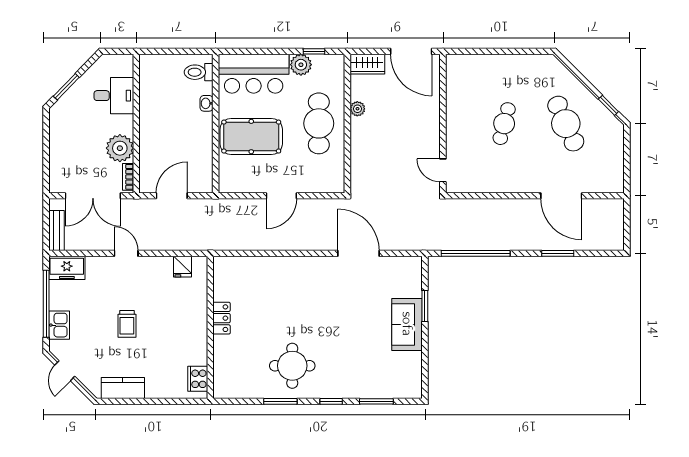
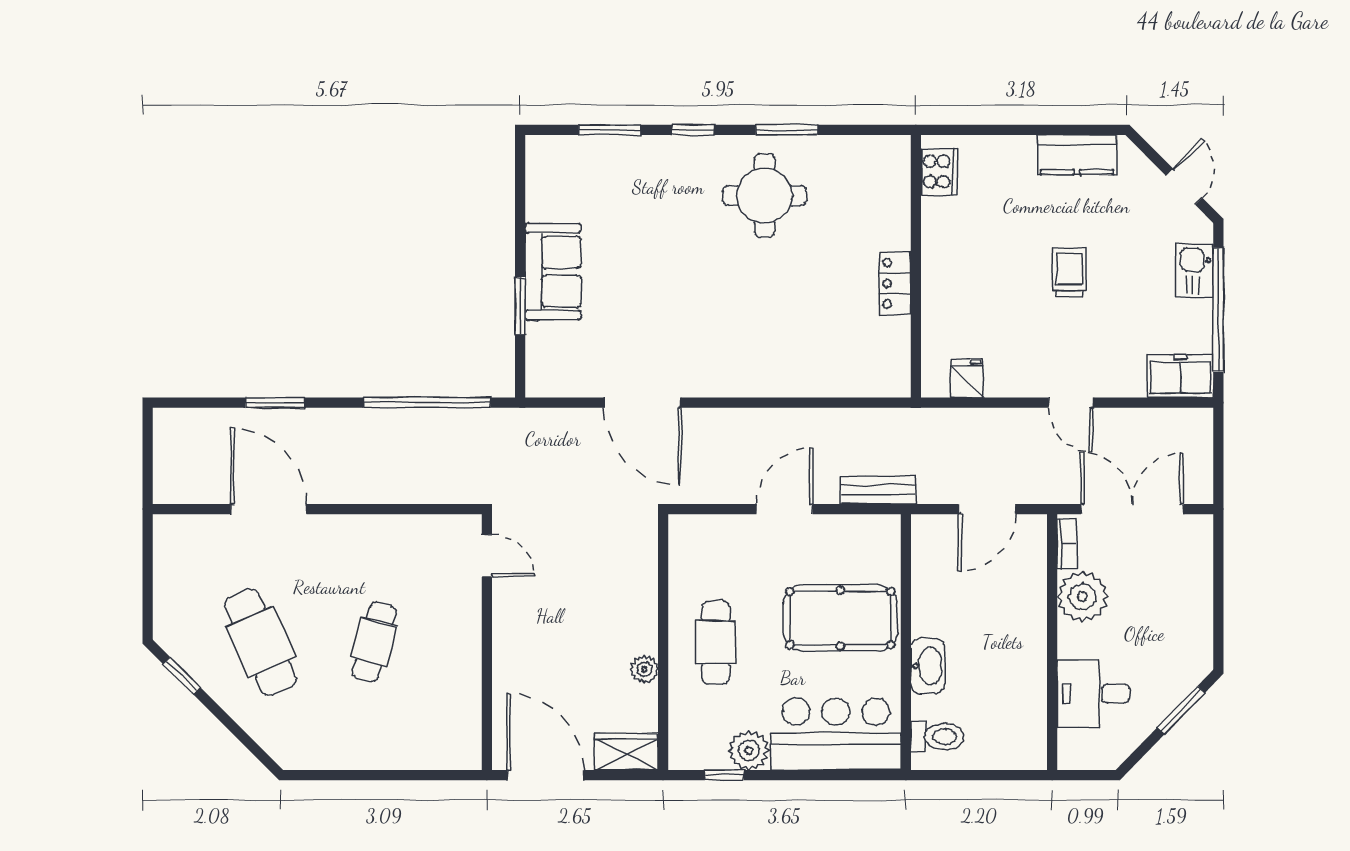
washbasin: (207, 103) -> (928, 666), width x1.91, depth x1.45
cafe table: (319, 123) -> (716, 642), width x0.73, depth x0.74
bench: (56, 231) -> (878, 490), moved, turned 90

